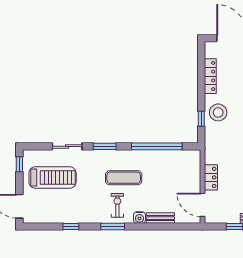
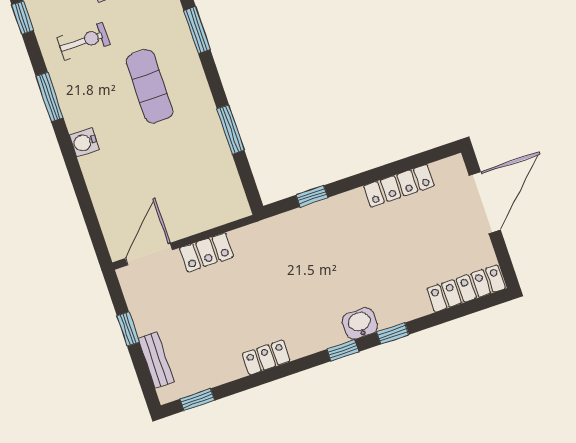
stool: (218, 112) -> (335, 224), removed
window: (157, 146) -> (231, 129), width x0.47
exercise bike: (117, 205) -> (83, 41), moved
bench: (160, 218) -> (96, 182), removed

